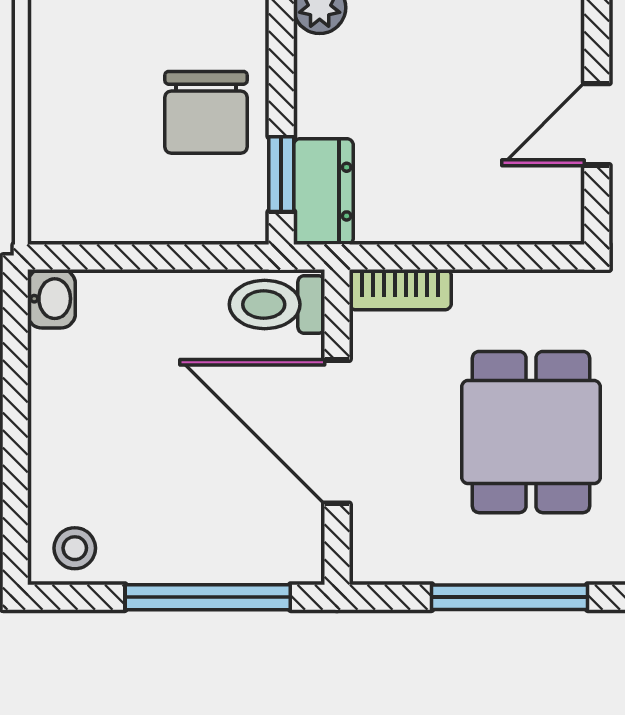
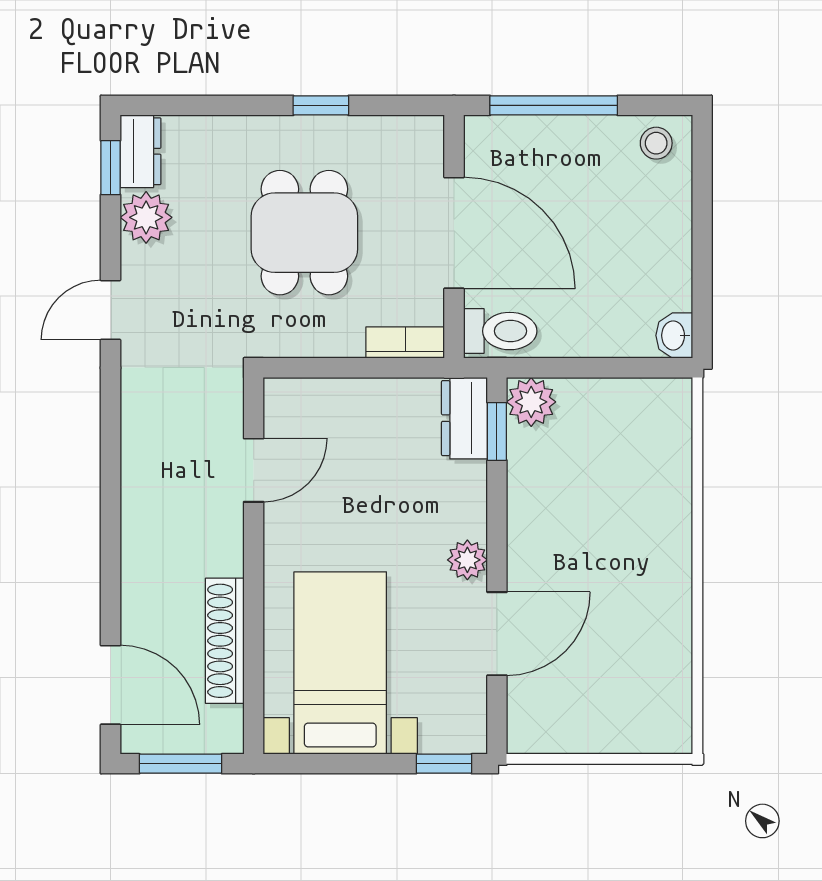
chair: (206, 112) -> (555, 479), removed
plant: (237, 213) -> (531, 402), added
window: (510, 597) -> (321, 105), width x0.46

